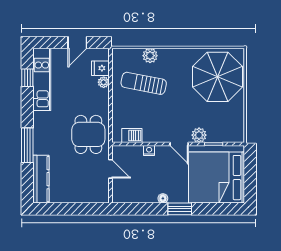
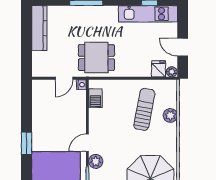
plant: (104, 82) -> (172, 72), moved
nightstand: (149, 151) -> (81, 85), moved
kitchen counter: (41, 179) -> (39, 28), moved, turned -90
floor lamp: (163, 198) -> (36, 127), removed

